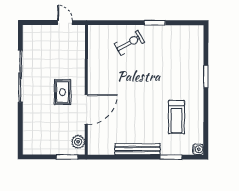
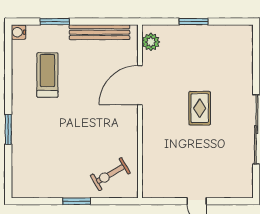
wall: (86, 90) -> (140, 111), moved
door: (86, 109) -> (140, 85), moved
plant: (78, 142) -> (151, 42), moved

